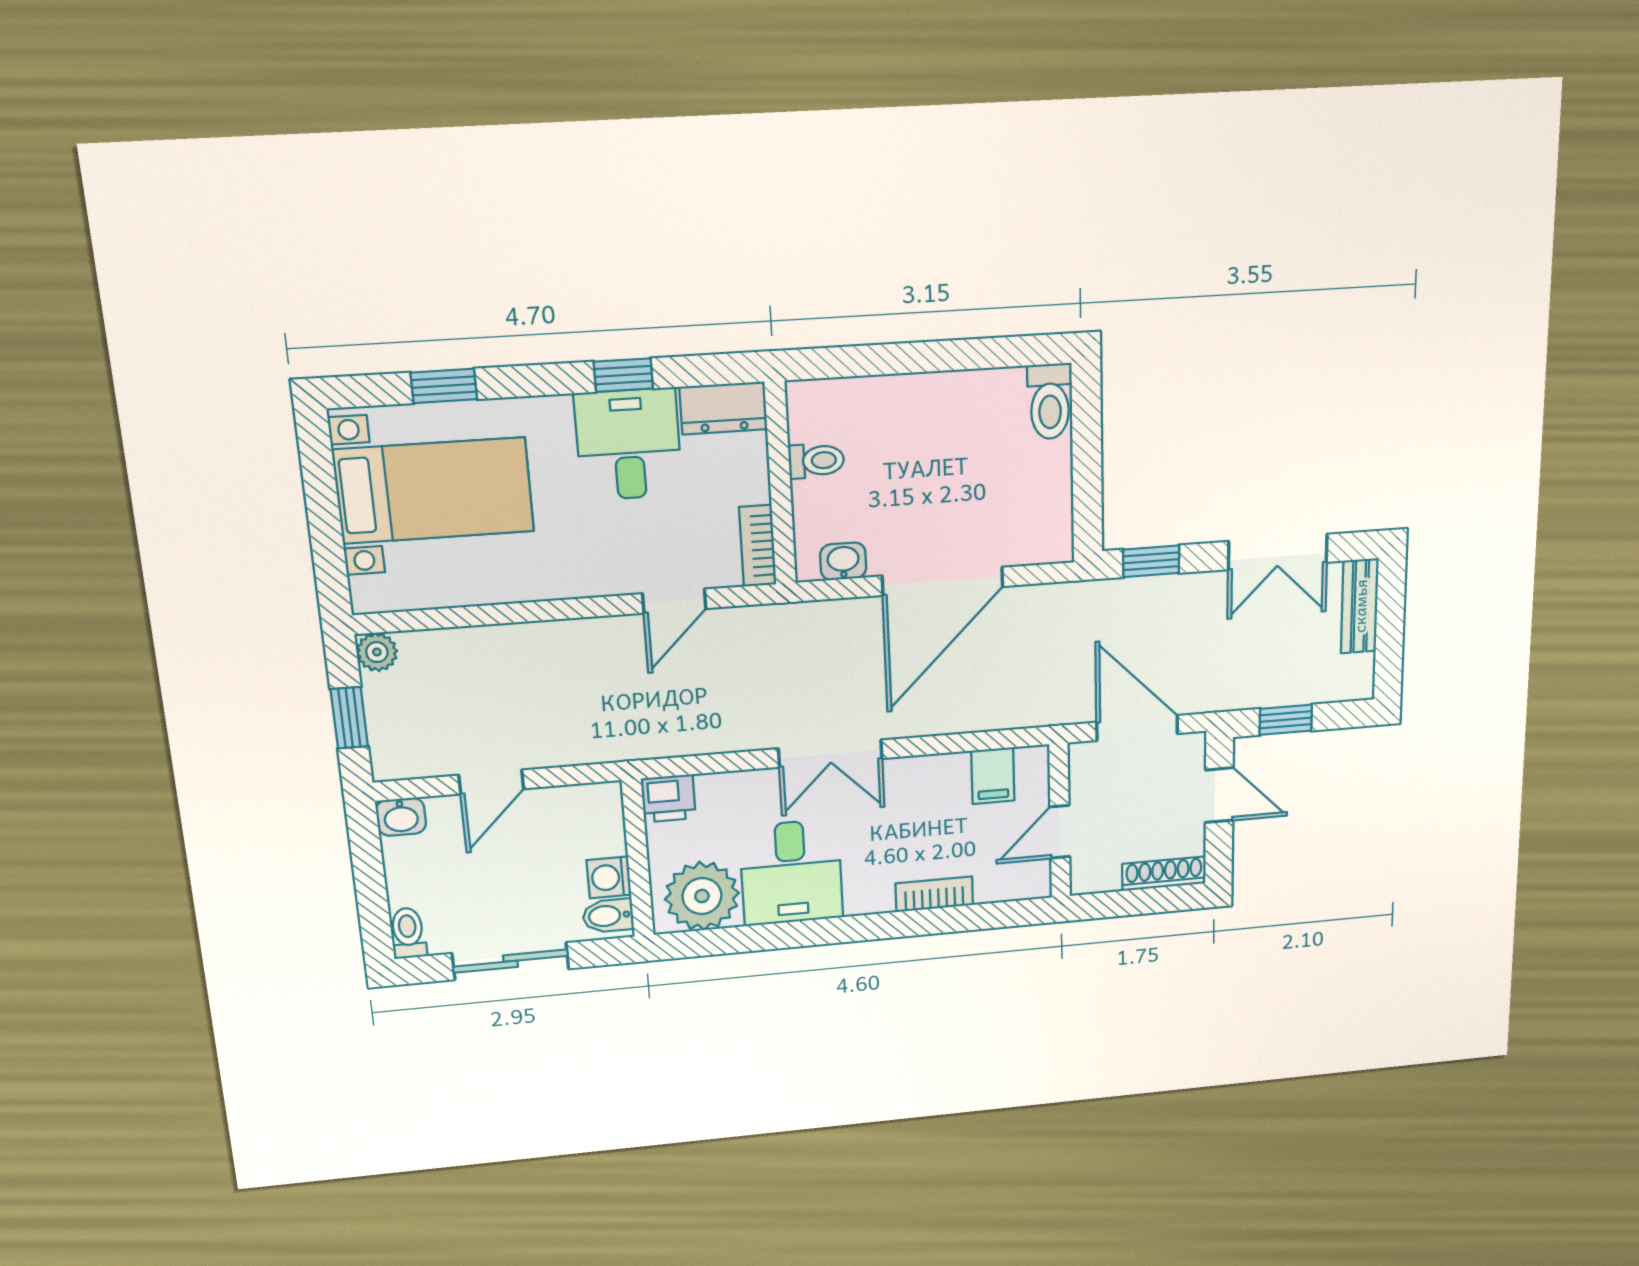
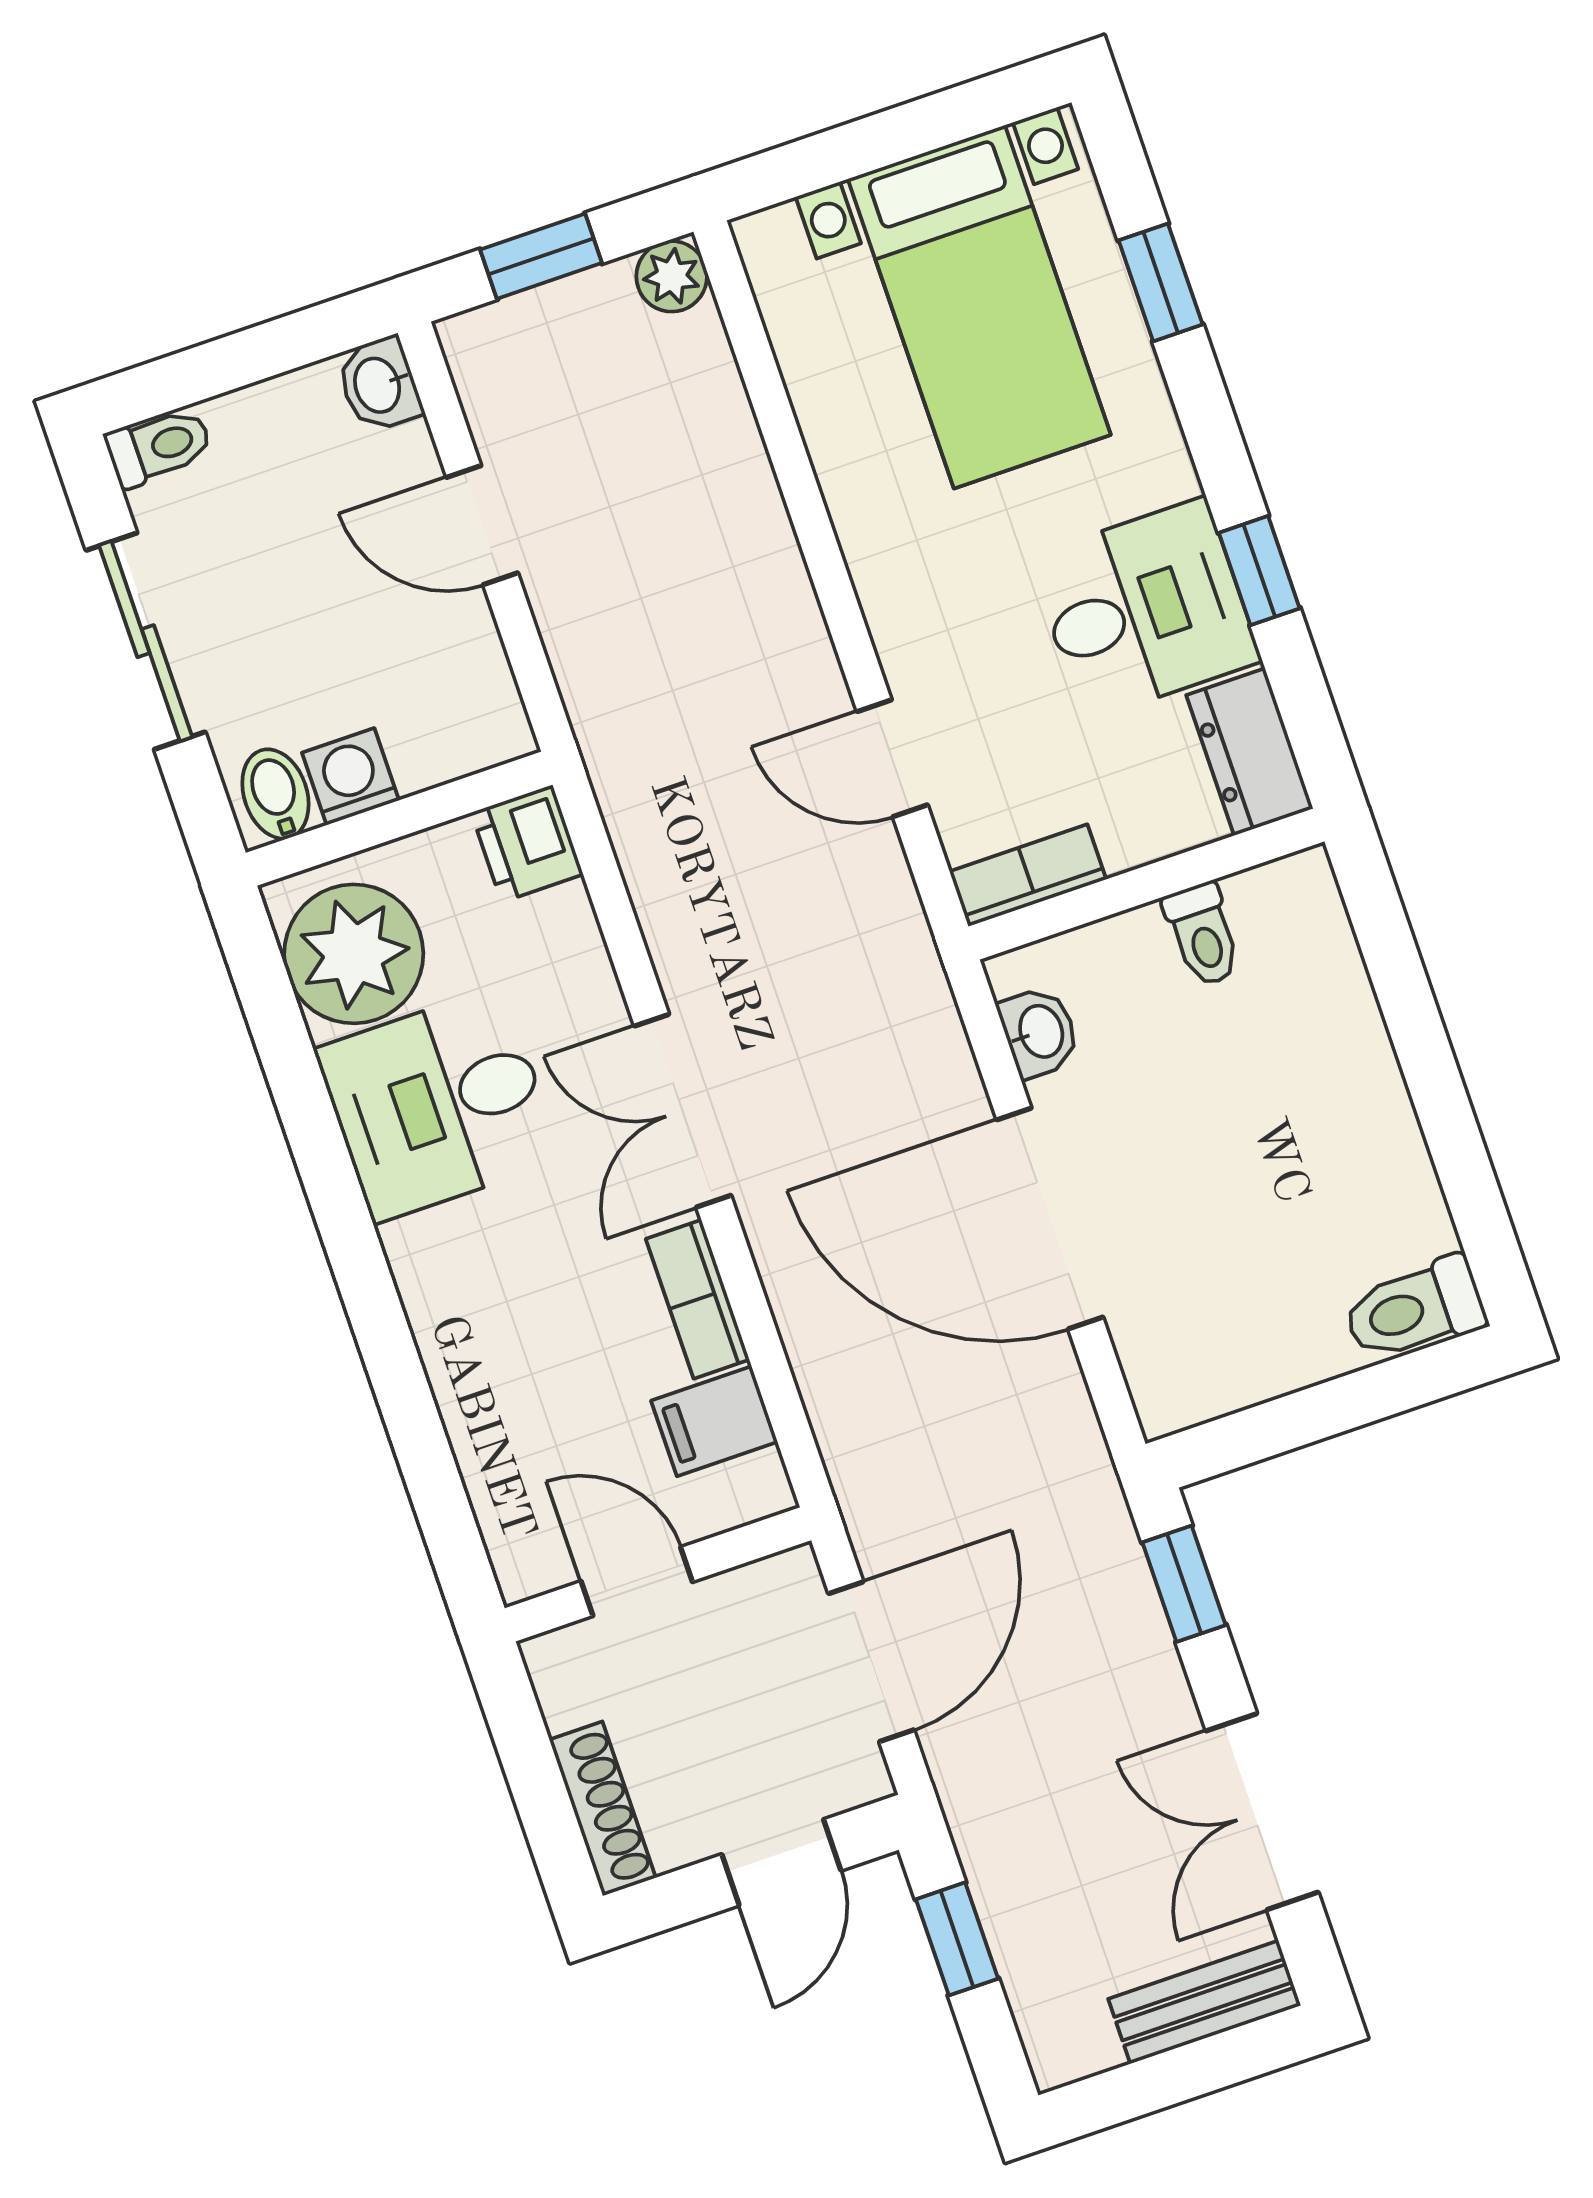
bookcase: (934, 894) -> (698, 1299), moved, turned 180

